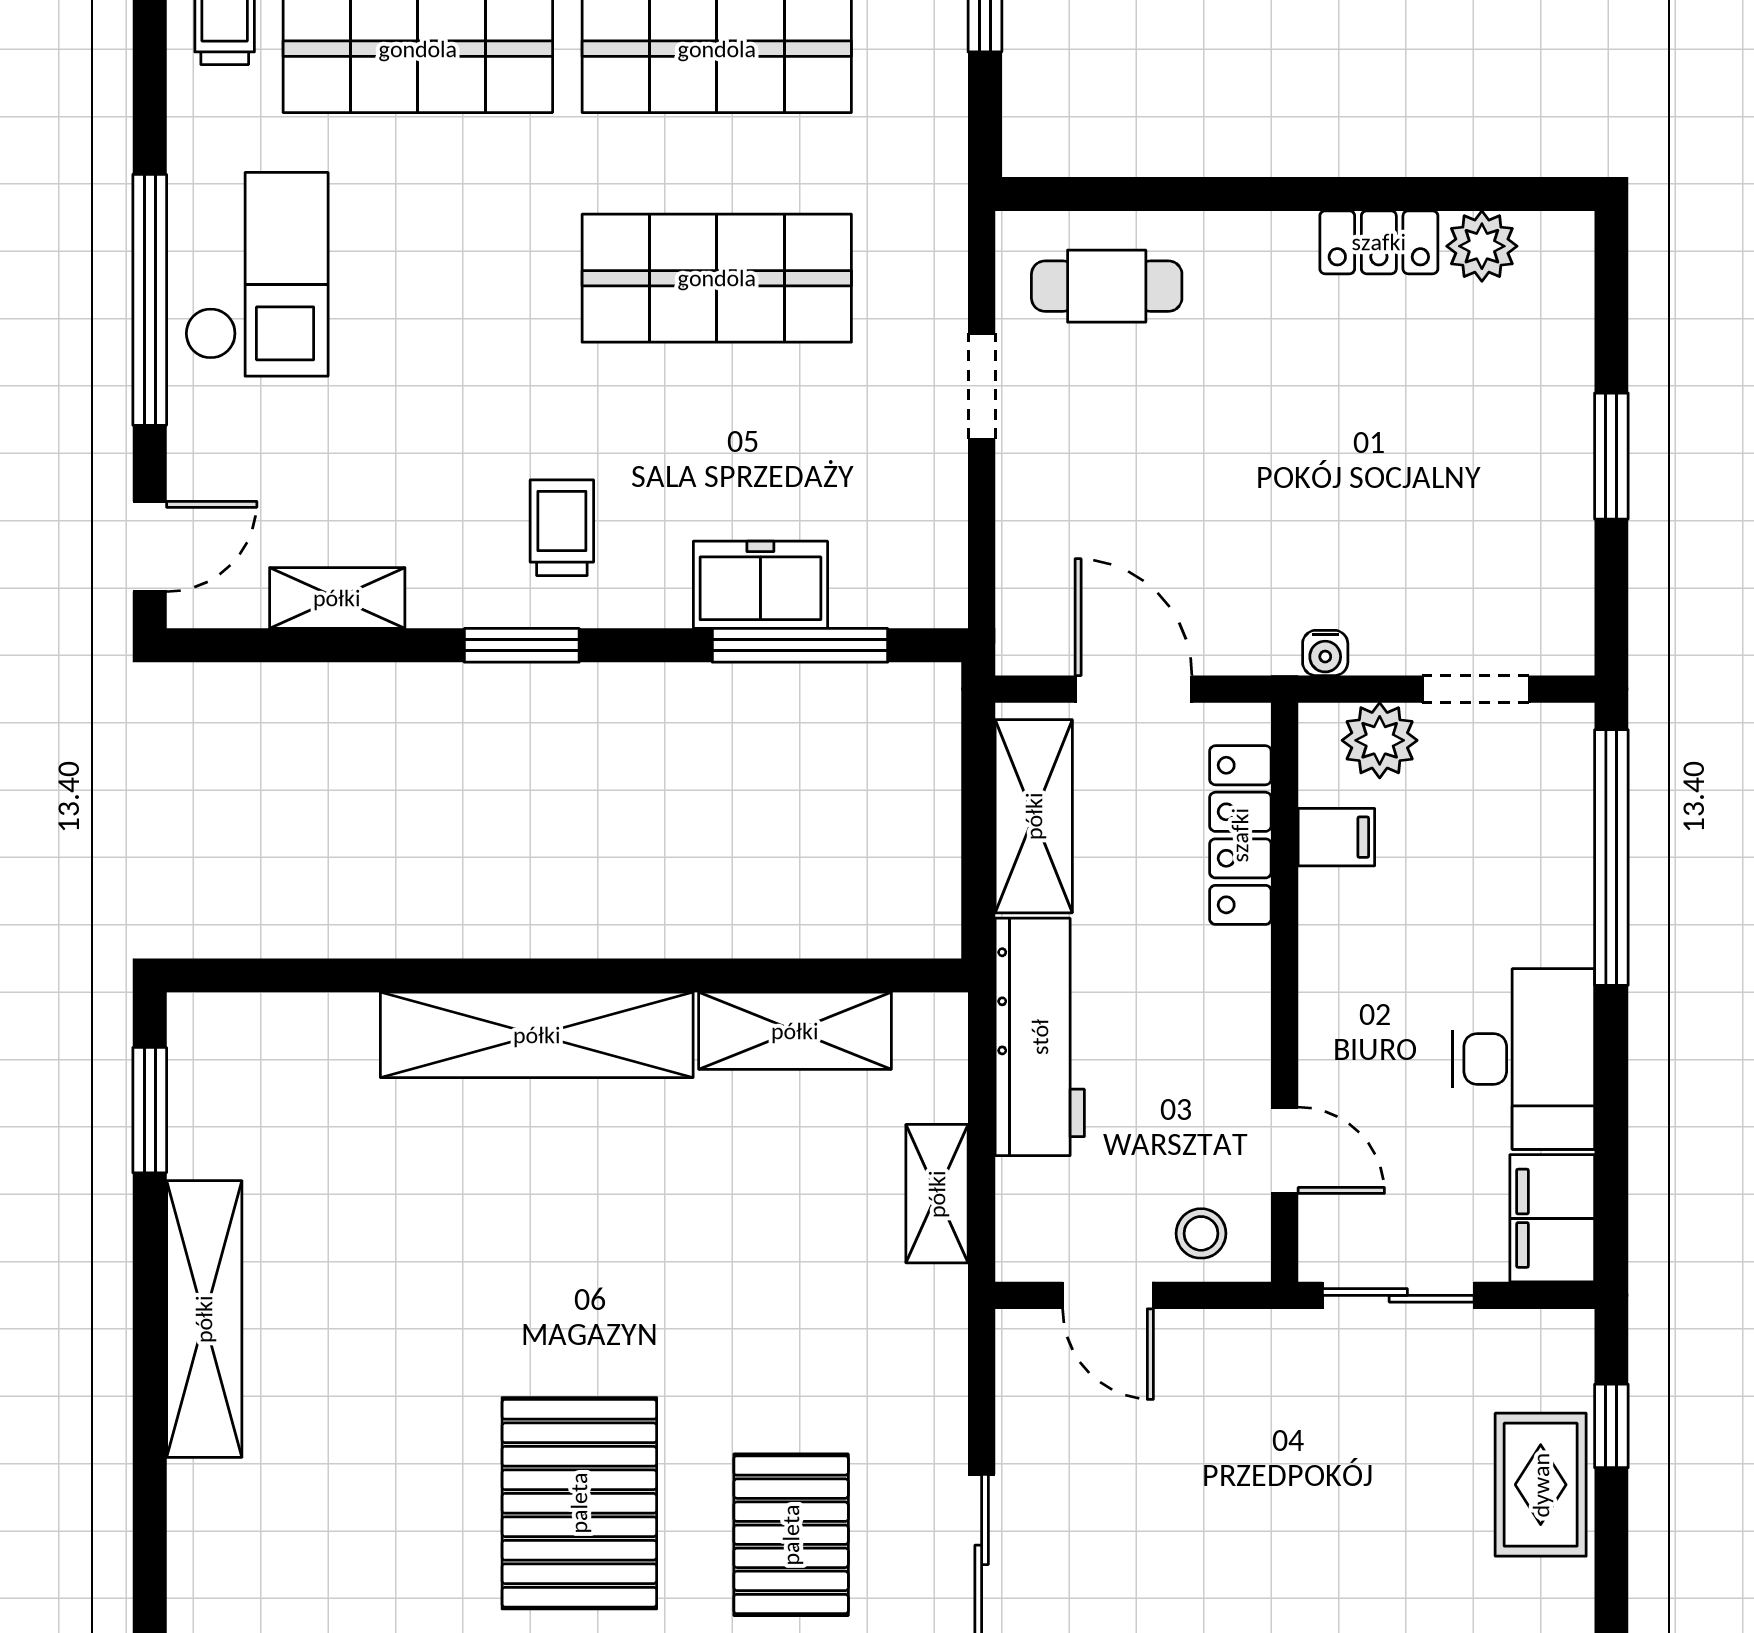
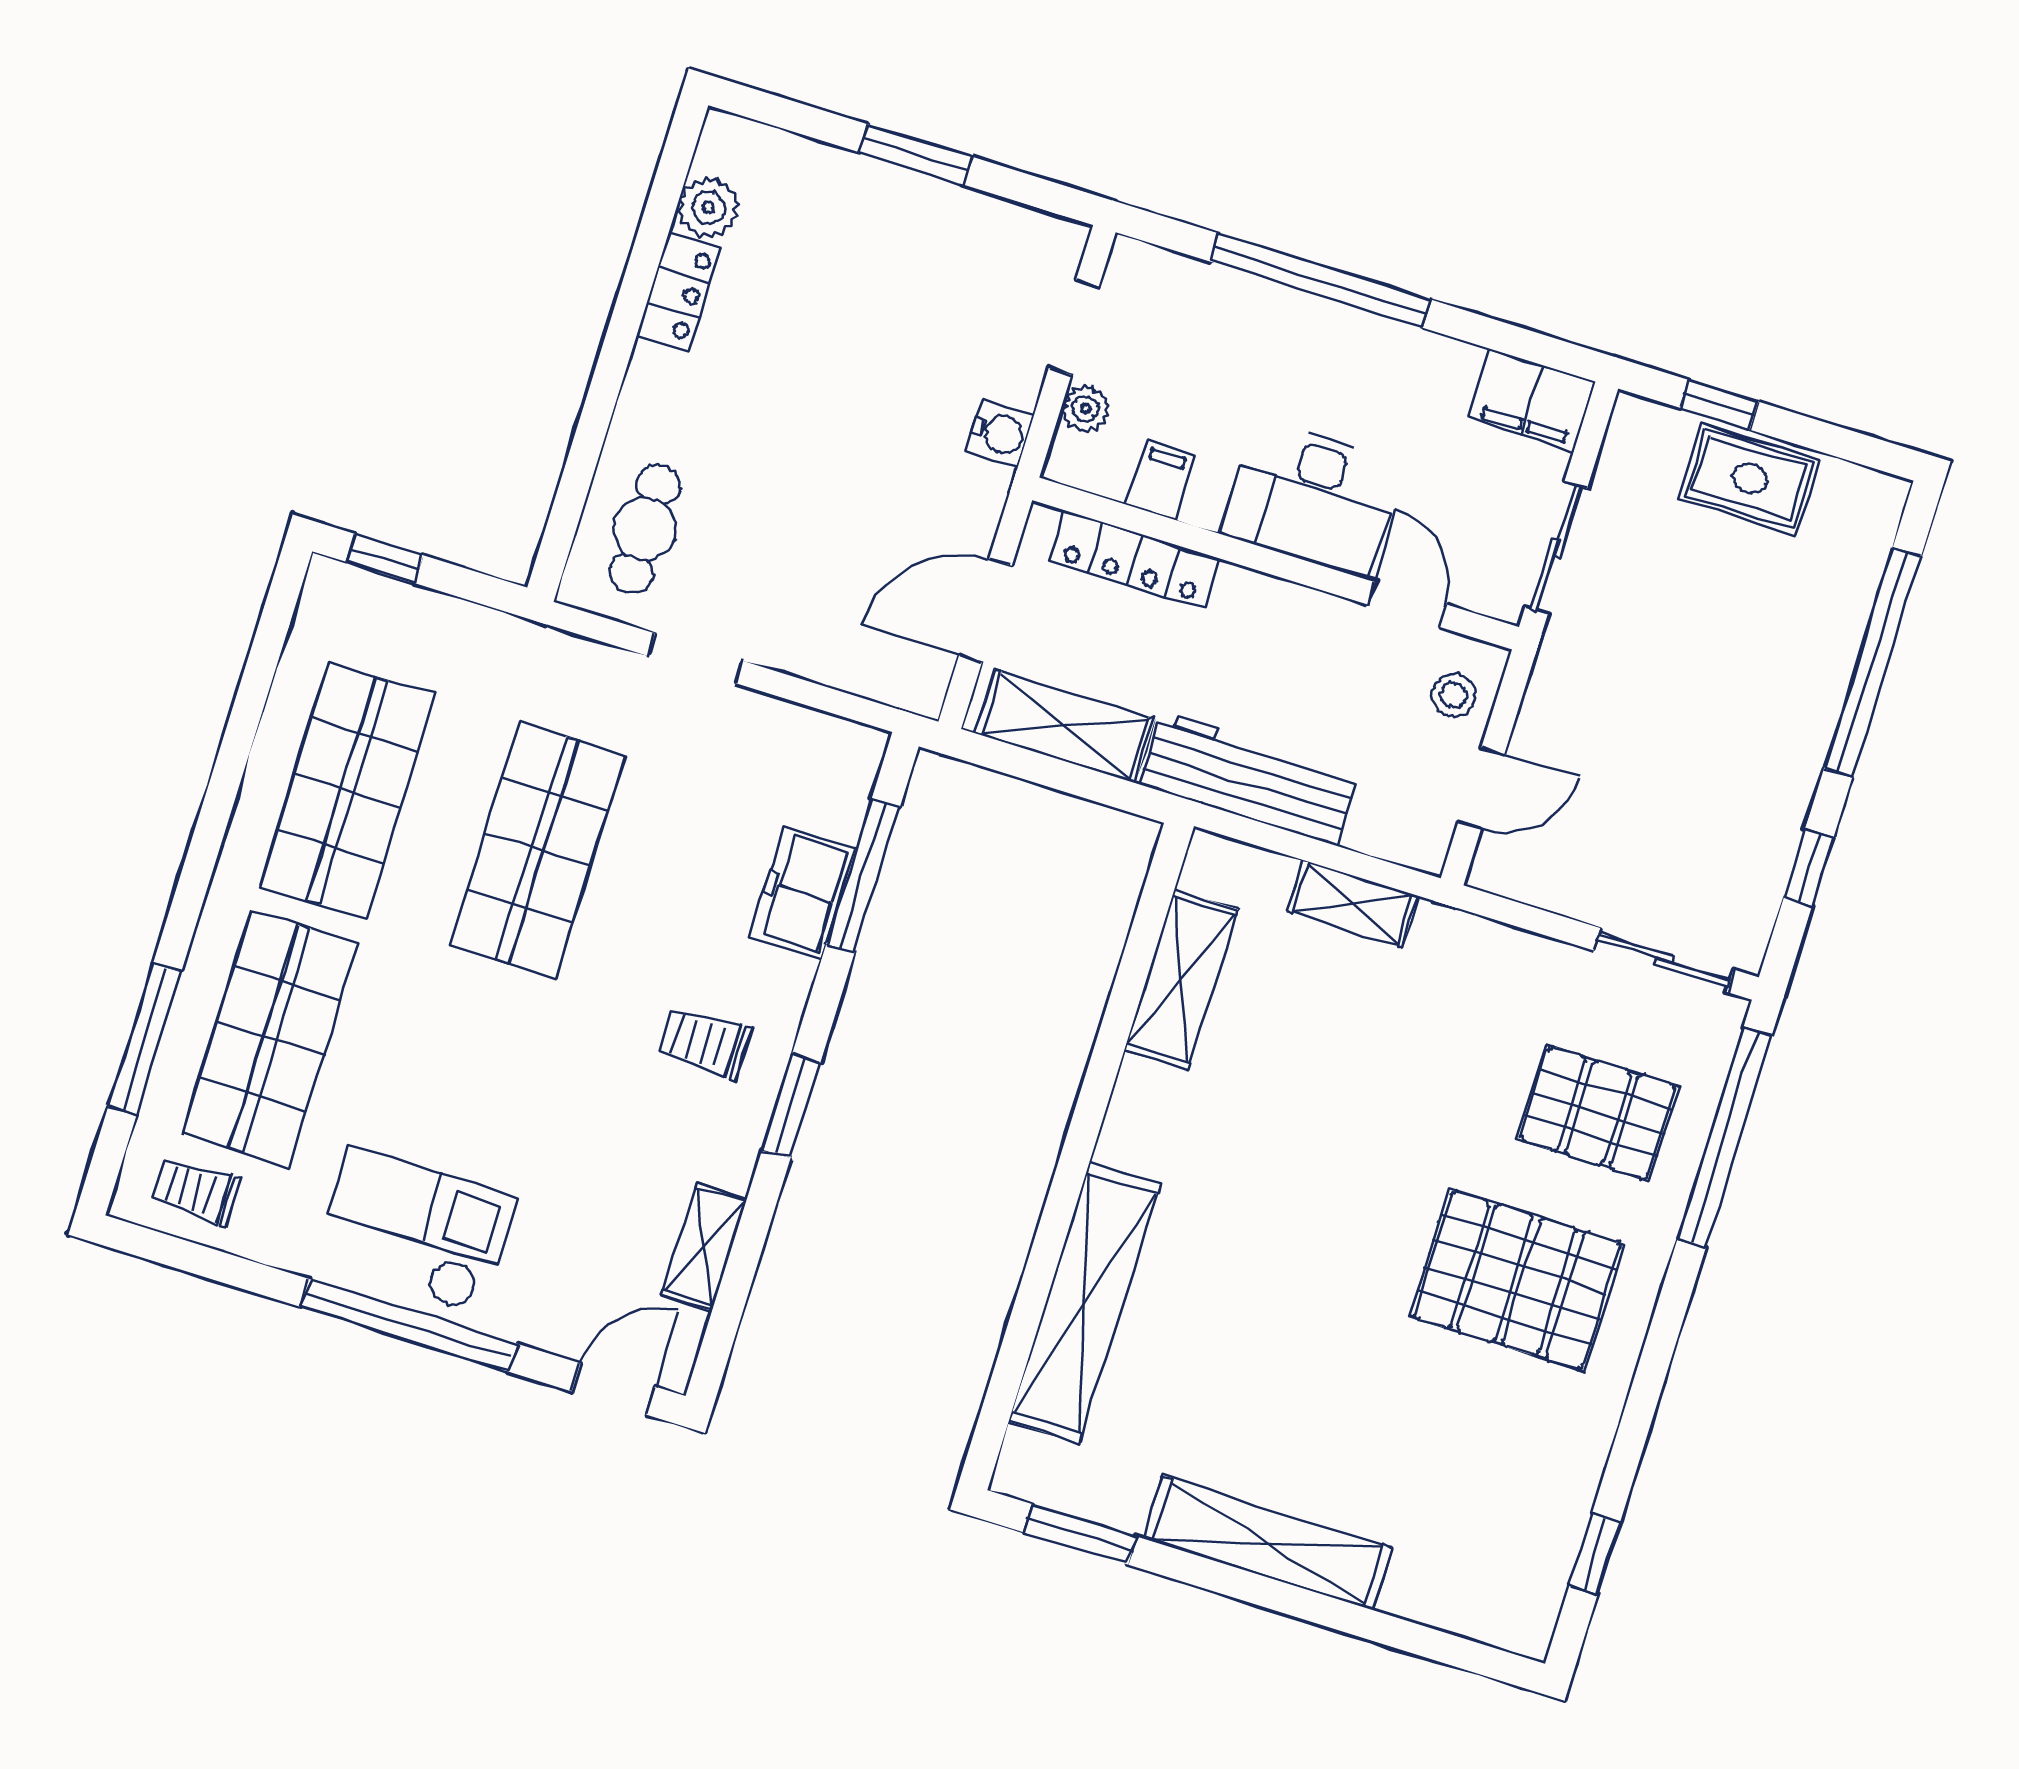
door: (150, 546) -> (613, 1389), hinge flipped
water cooler: (1325, 653) -> (1000, 433), width x1.38, depth x1.38
plant: (1380, 740) -> (1086, 409), width x0.73, depth x0.73
window: (1611, 857) -> (1321, 281), moved
shelving: (537, 1035) -> (1084, 1303), moved
desk: (1524, 1059) -> (1312, 498), moved, turned 180
door: (1285, 1150) -> (1407, 604), hinge flipped

